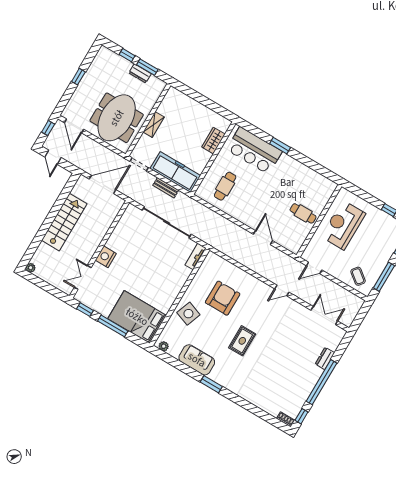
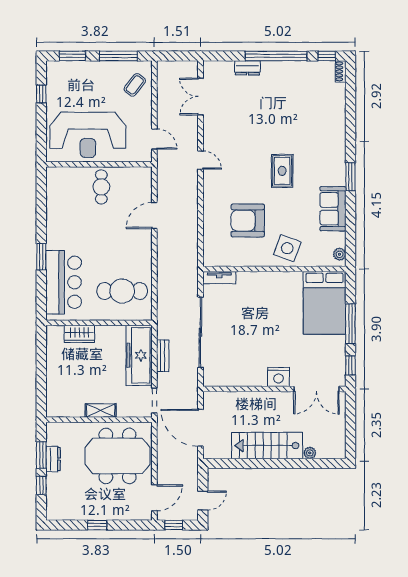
cafe table: (225, 186) -> (122, 291), width x1.37, depth x1.35
reception desk: (343, 225) -> (88, 135), width x1.36, depth x1.30
plant: (31, 268) -> (310, 453), moved
double door: (83, 277) -> (316, 389), width x1.37
rug: (242, 341) -> (282, 171), turned 90

